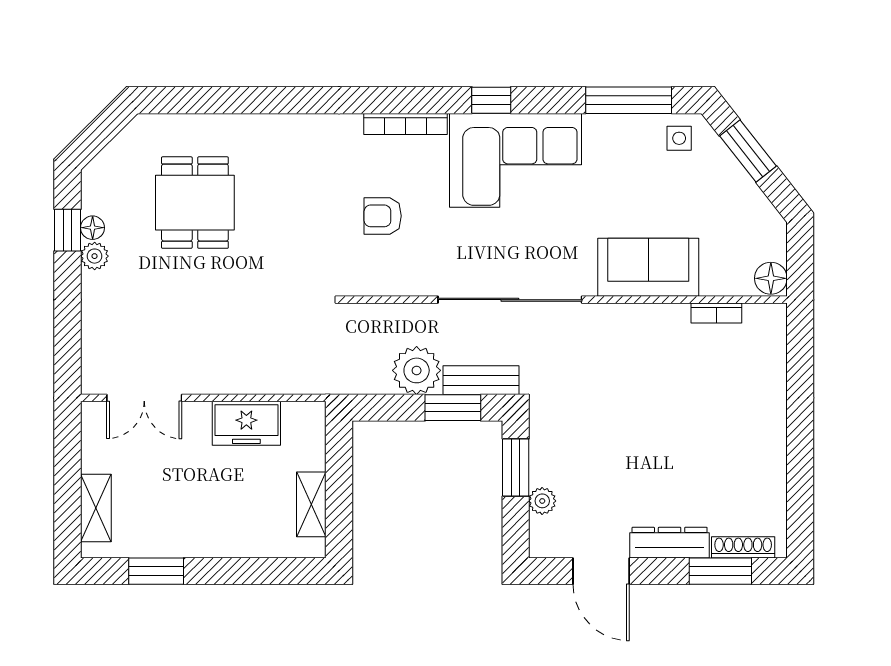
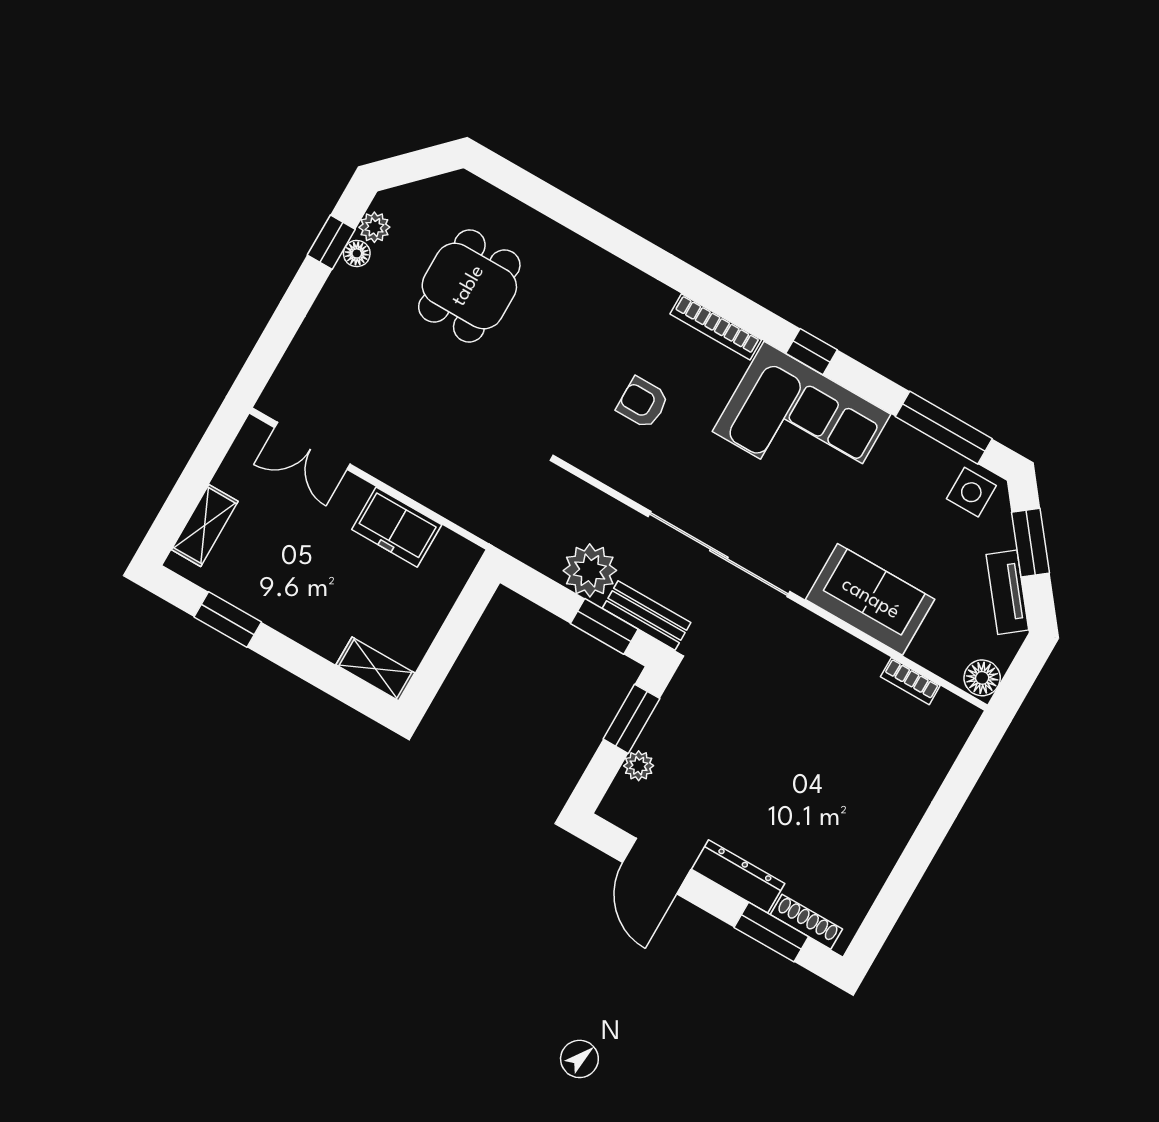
side table: (679, 138) -> (971, 492), width x1.37, depth x1.37
tv unit: (752, 200) -> (1007, 592), added
plant: (95, 256) -> (374, 227), moved
shelving: (311, 504) -> (375, 669), moved, turned 90

